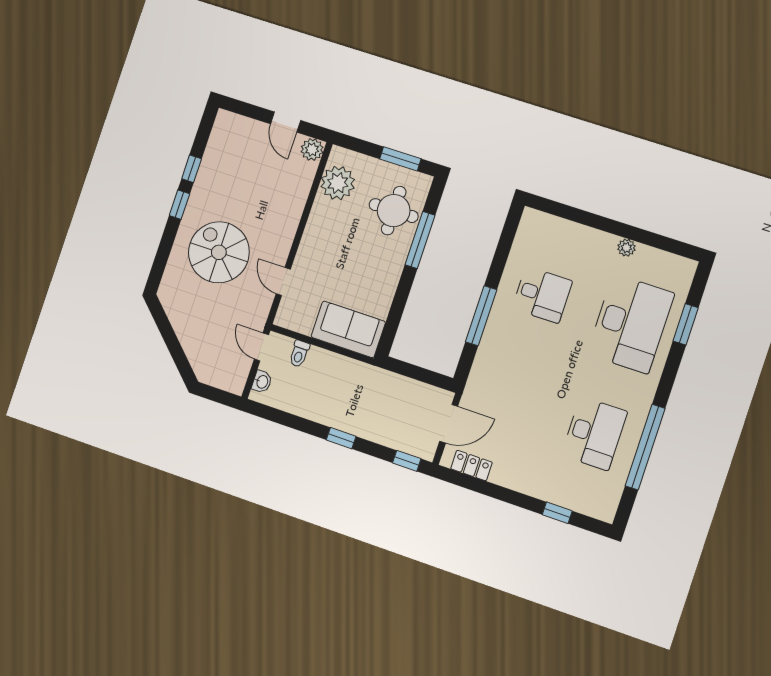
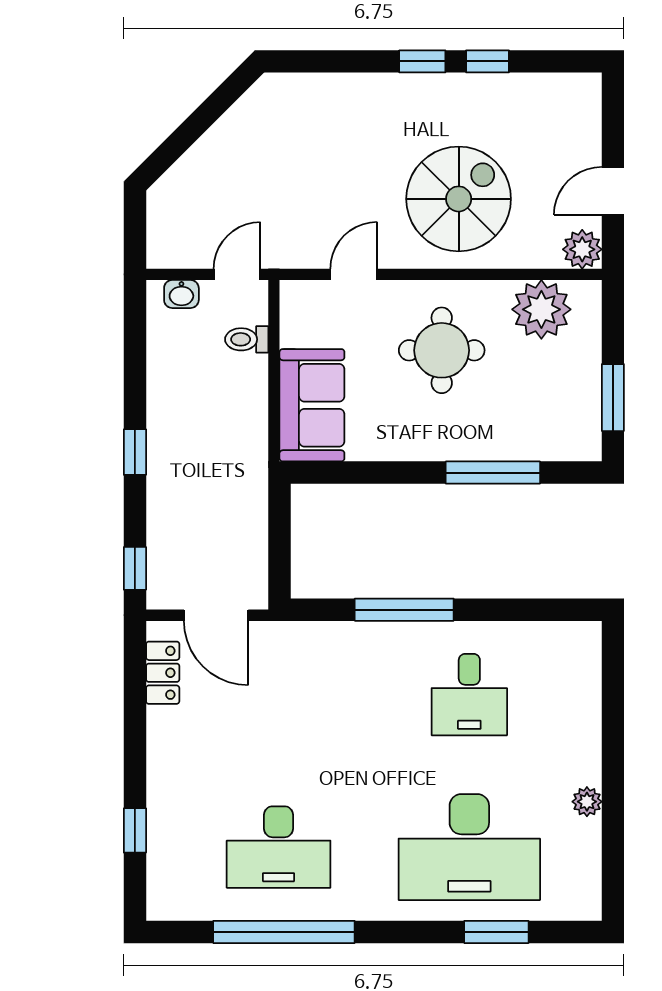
round table: (394, 211) -> (442, 350), moved
spiral stairs: (219, 252) -> (459, 199), moved

